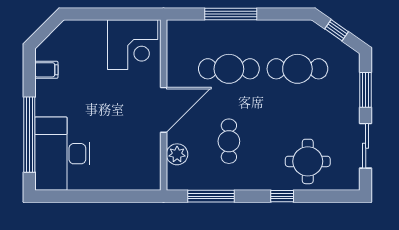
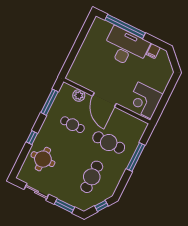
cafe table: (229, 69) -> (109, 143), turned 90
desk: (62, 154) -> (126, 47), moved

